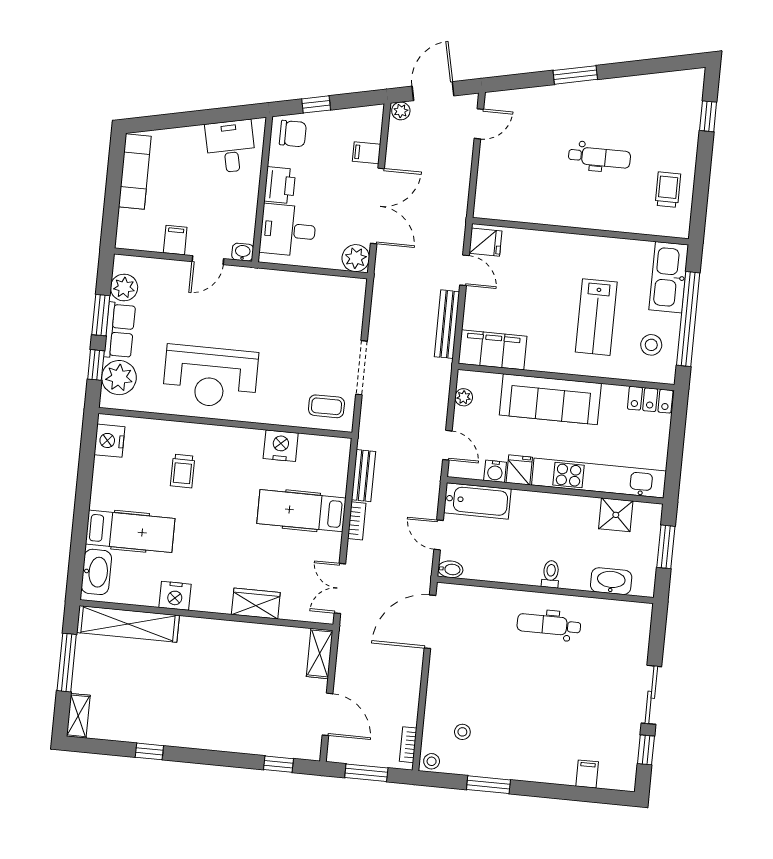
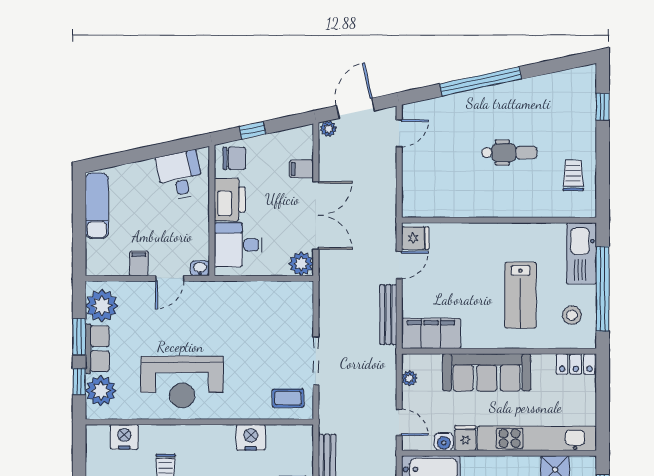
window: (575, 75) -> (481, 81), width x2.11
printer: (280, 185) -> (230, 200), width x1.37, depth x1.19
door: (464, 270) -> (399, 265), hinge flipped
plant: (124, 288) -> (102, 306), width x1.36, depth x1.36
nightstand: (109, 441) -> (124, 437), moved, turned 90

